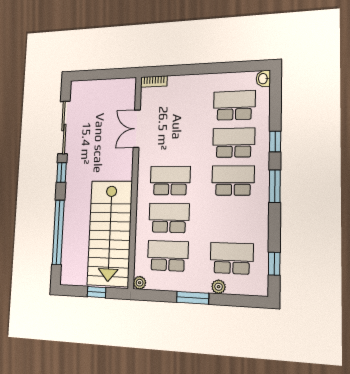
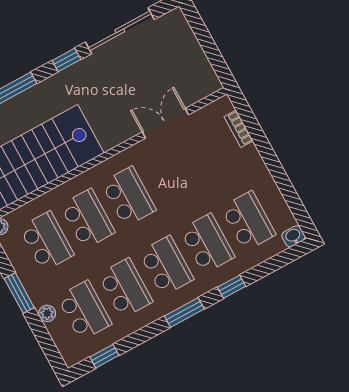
bookcase: (154, 82) -> (239, 129), moved
school desk: (232, 219) -> (125, 288), added

